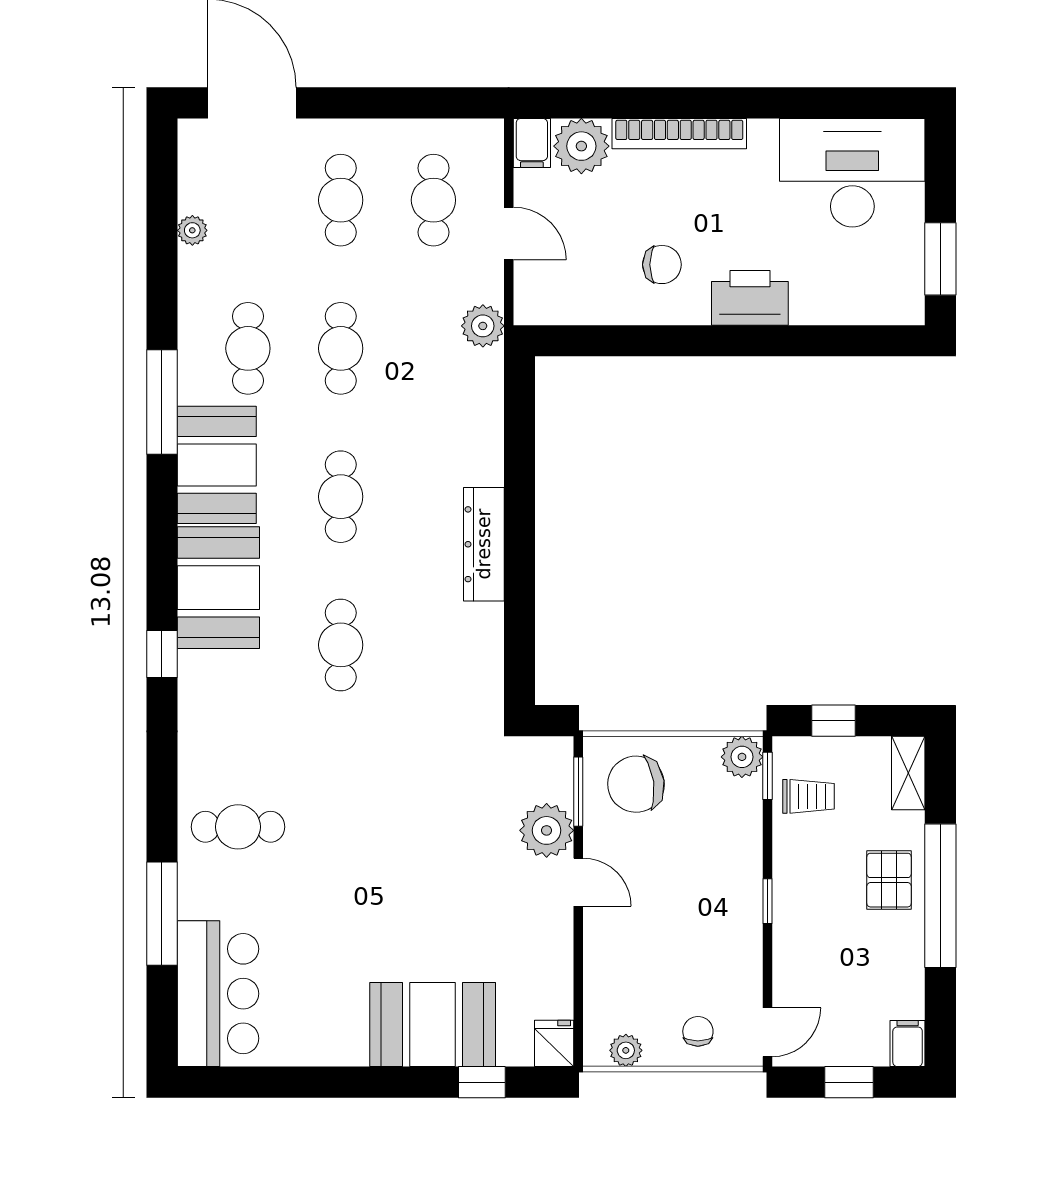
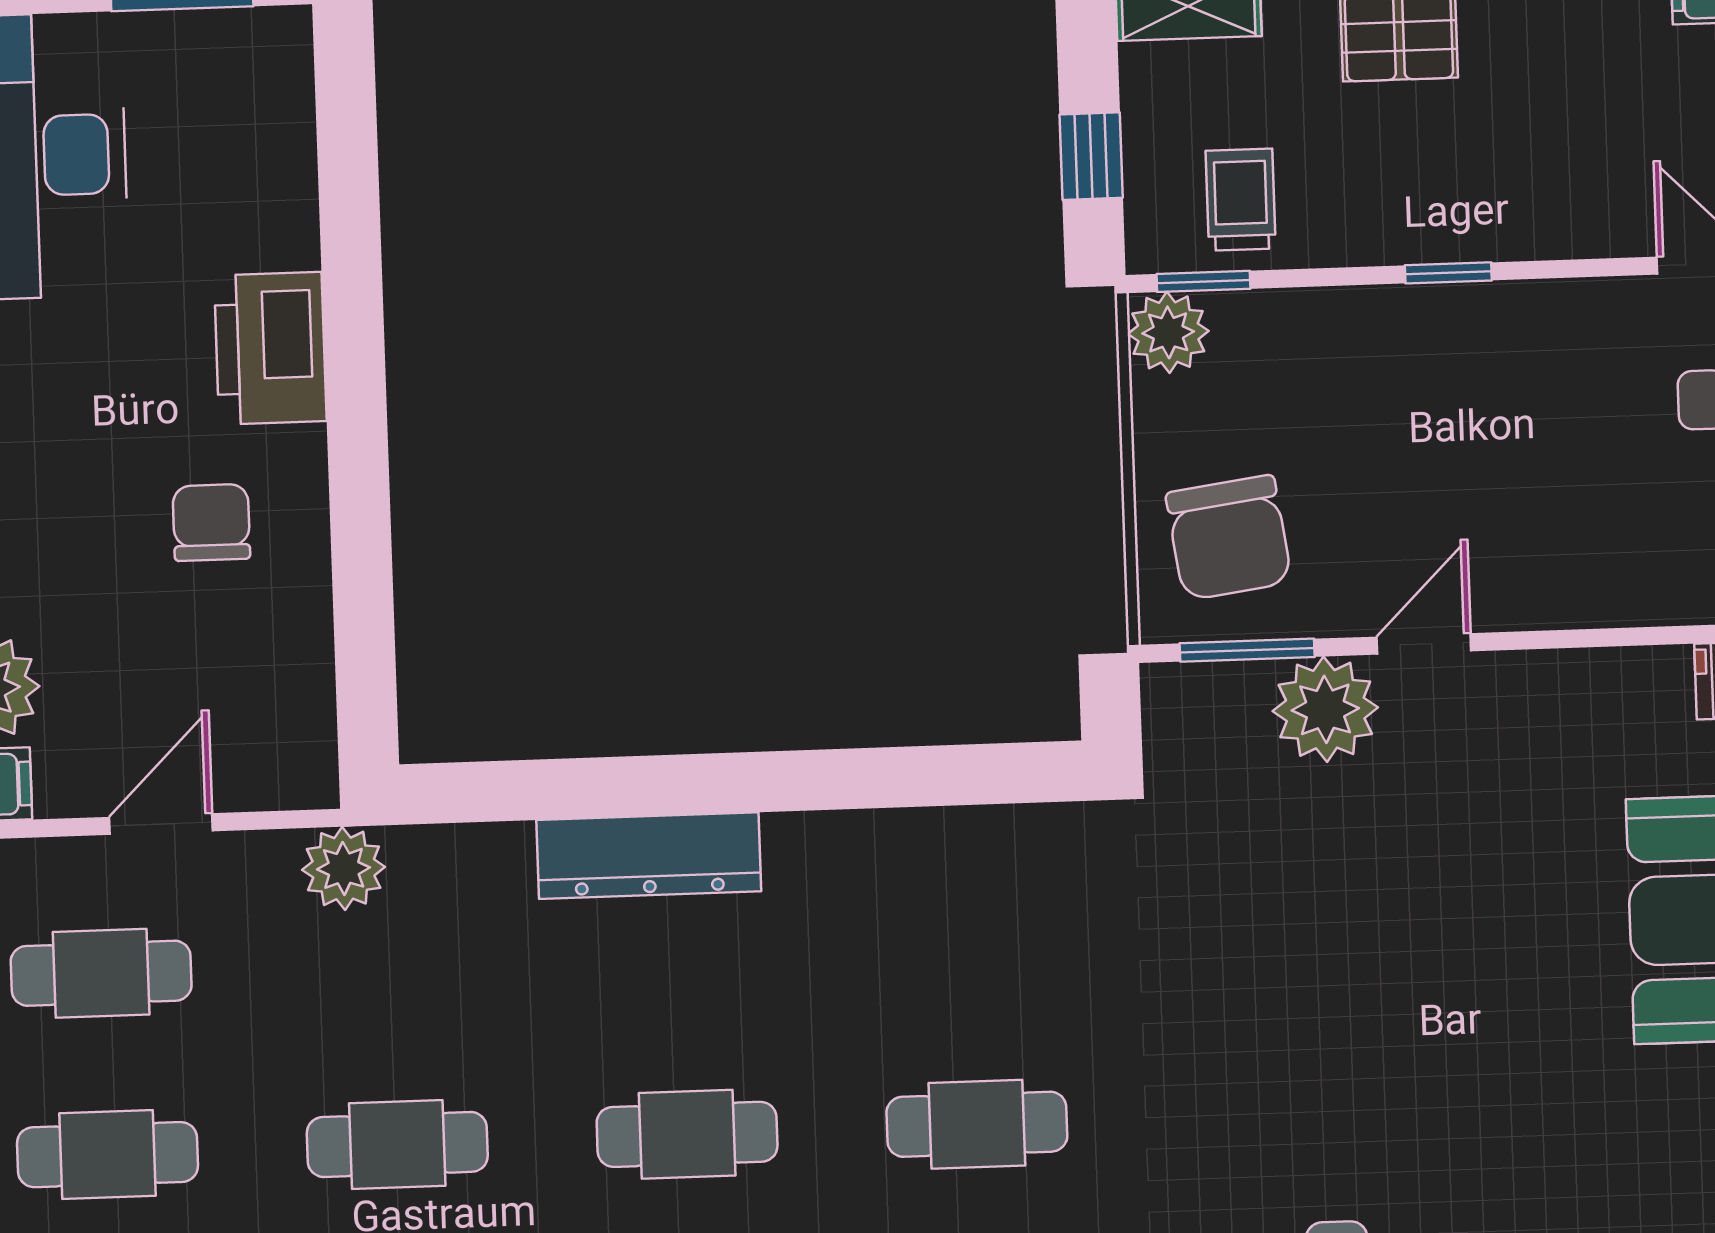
dresser: (484, 544) -> (649, 856), moved

